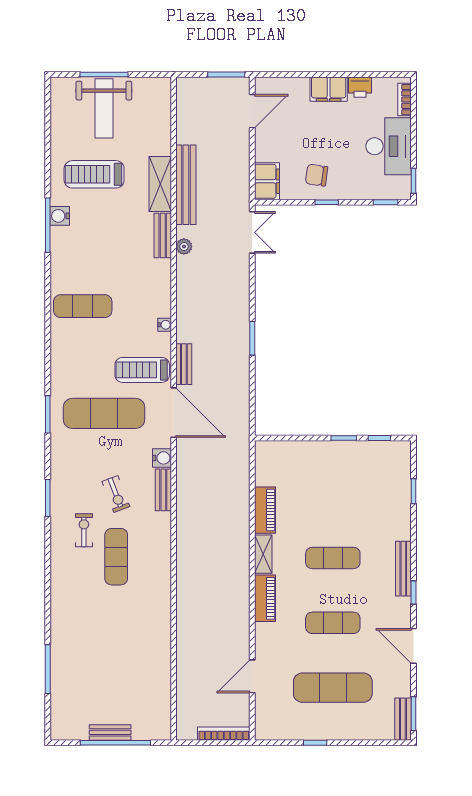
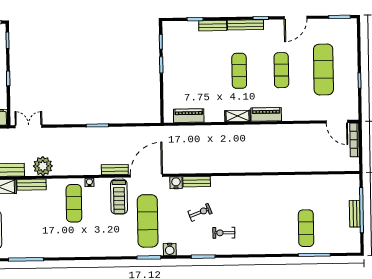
water cooler: (60, 216) -> (170, 249), moved
plant: (184, 246) -> (43, 166), width x1.87, depth x1.87
exercise mat: (83, 306) -> (74, 203), moved
piano: (265, 510) -> (189, 116), moved
exercise mat: (116, 557) -> (306, 228), moved, turned 90
door: (252, 676) -> (337, 122), moved
bench: (403, 719) -> (213, 26), moved

